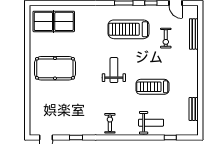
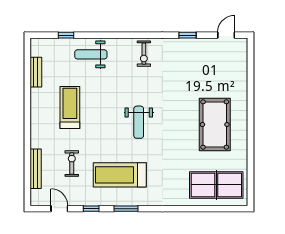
treadmill: (129, 29) -> (120, 175), turned 180
pool table: (55, 68) -> (215, 125), turned 90
treadmill: (152, 87) -> (70, 108), moved, turned -90

